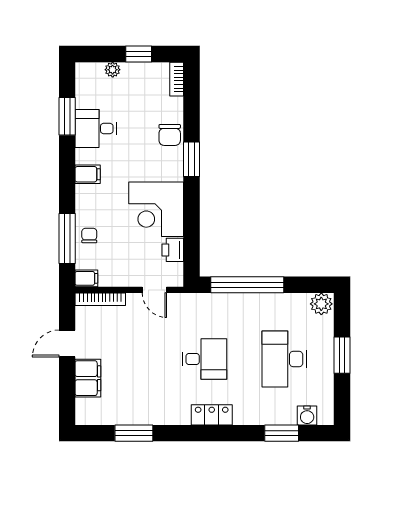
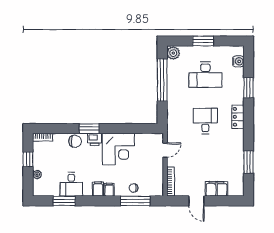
printer: (173, 250) -> (95, 139), moved
filing cabinet: (86, 278) -> (109, 190), moved
window: (247, 285) -> (162, 80), moved
window: (282, 433) -> (248, 88), moved

